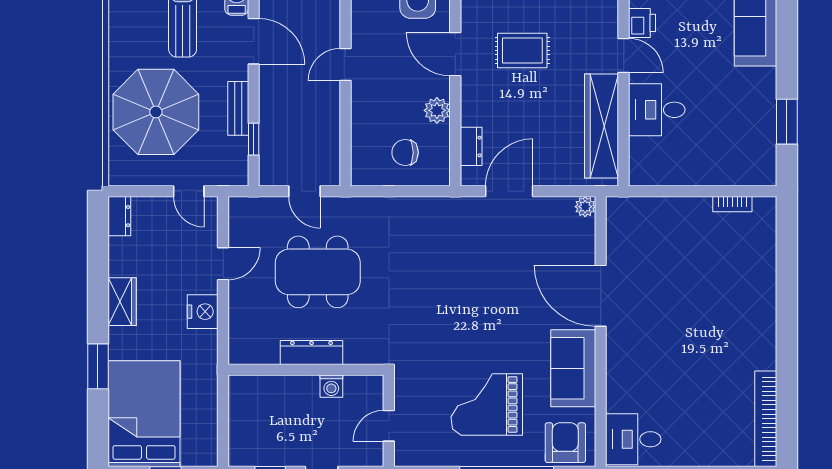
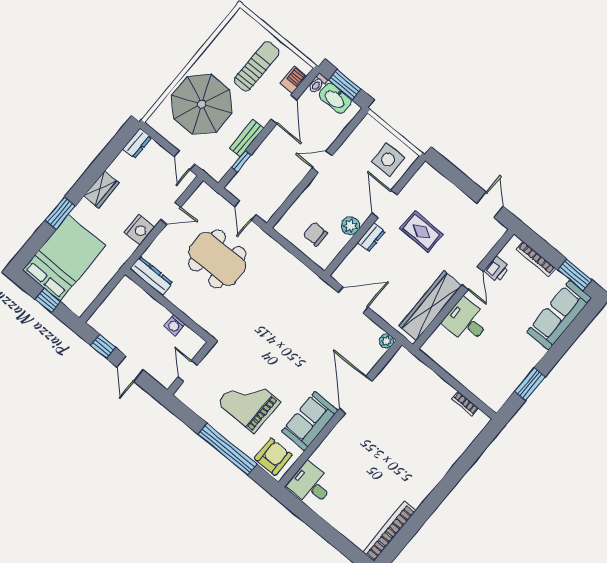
dresser: (471, 146) -> (371, 237), moved
dresser: (312, 352) -> (151, 276), moved
door: (389, 426) -> (188, 371), hinge flipped

